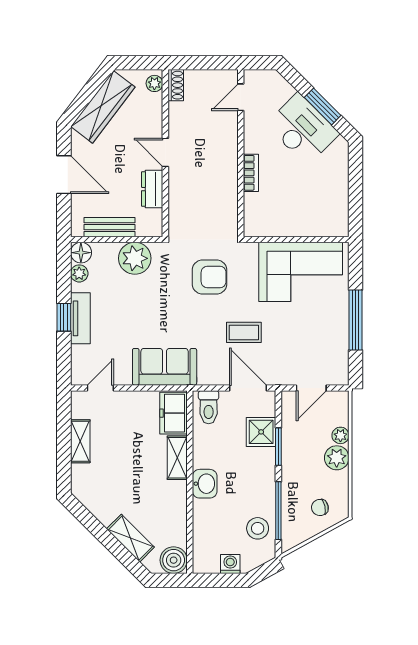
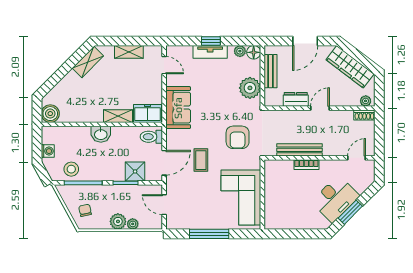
door: (241, 97) -> (356, 158), hinge flipped
bench: (228, 183) -> (299, 150), added
shelving: (130, 538) -> (88, 62), moved

